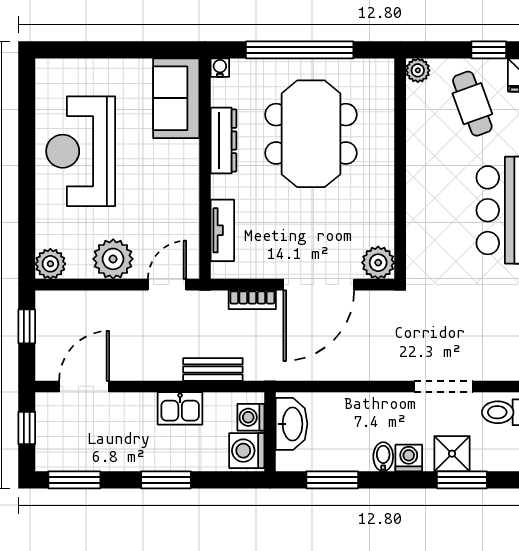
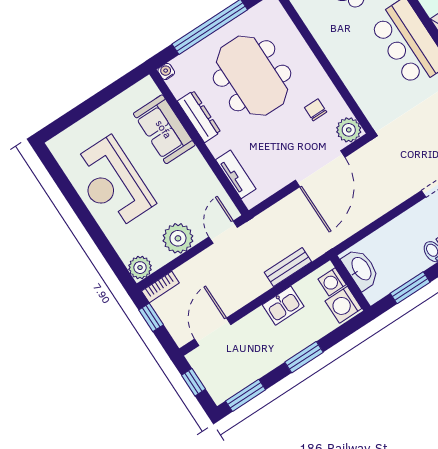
sofa: (176, 98) -> (164, 129), moved
chair: (356, 217) -> (316, 110), added
bookcase: (252, 300) -> (160, 287), moved

